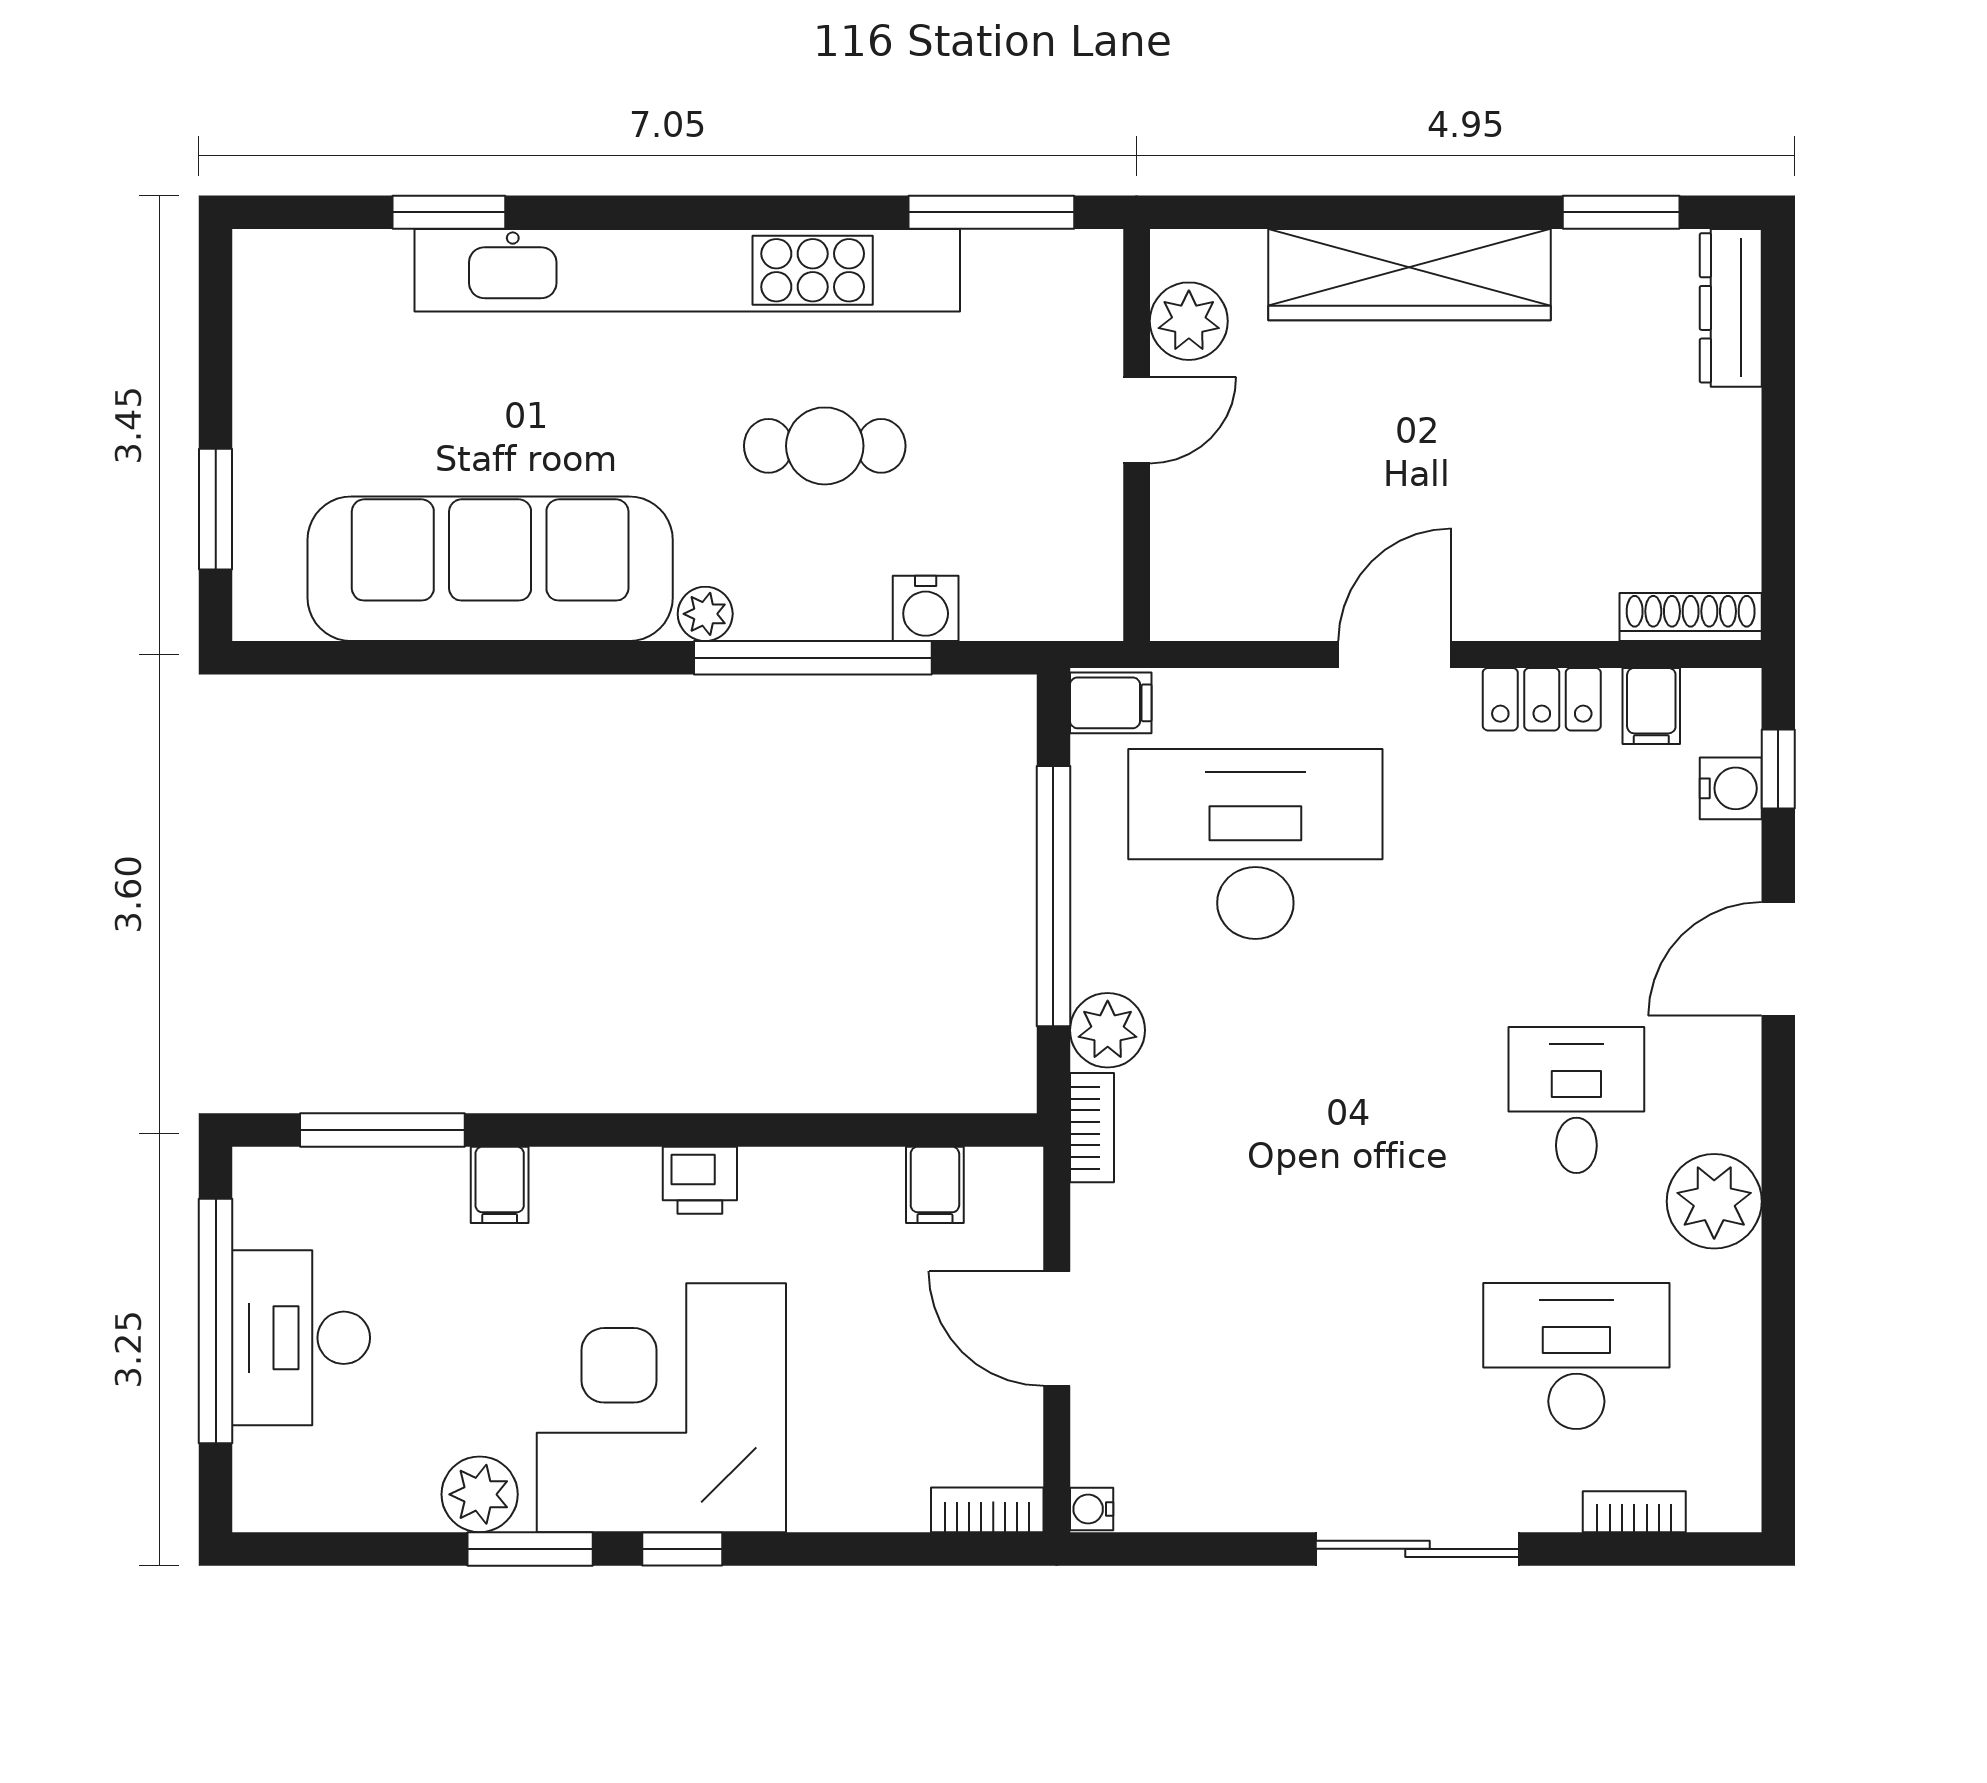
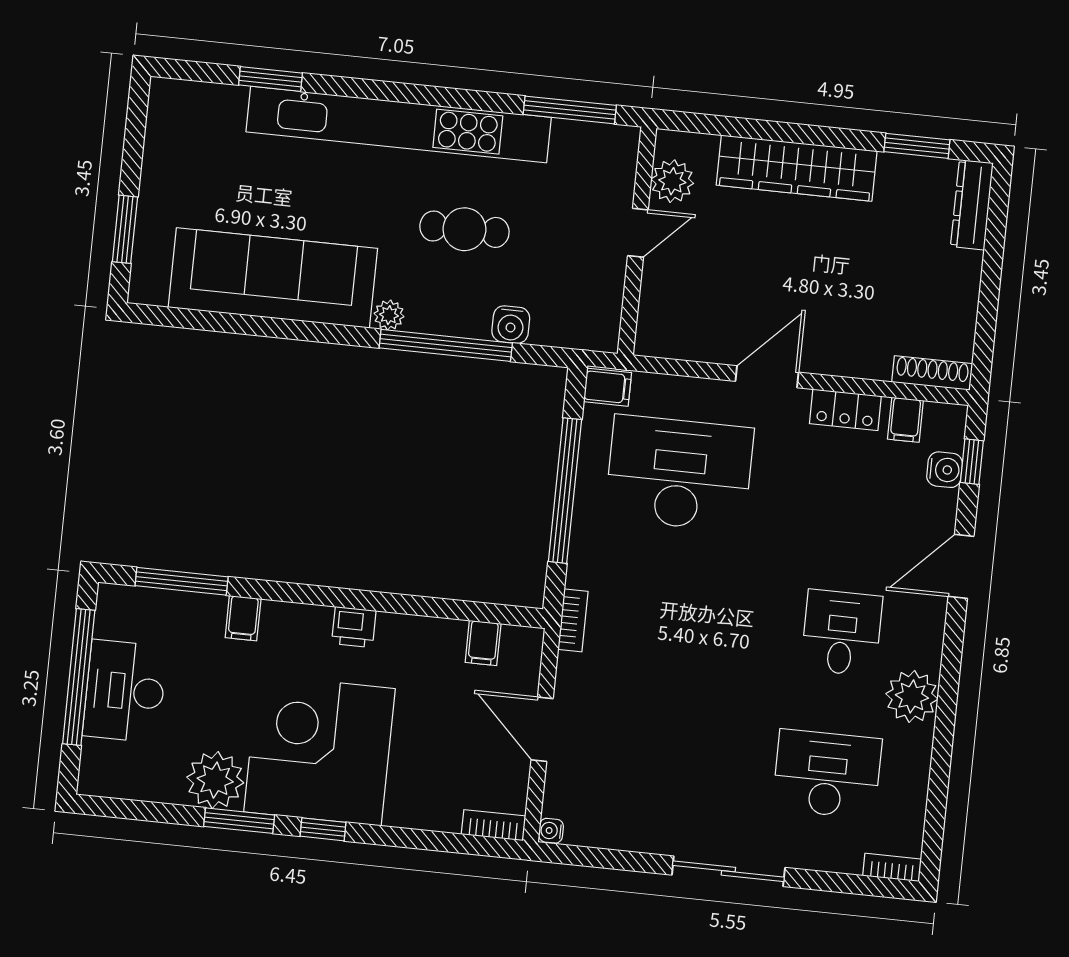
plant: (1108, 1030) -> (587, 568), removed
plant: (480, 1494) -> (215, 780), width x1.36, depth x1.36
bookcase: (1634, 1512) -> (892, 867), moved

